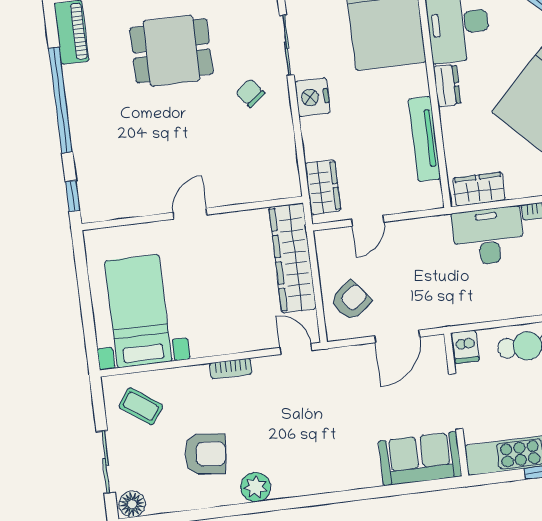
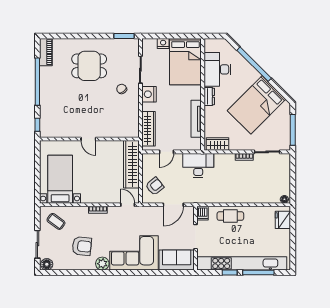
wardrobe: (323, 187) -> (149, 129), width x1.50
door: (190, 214) -> (88, 139), swing flipped
desk: (488, 236) -> (198, 165), moved
corner sofa: (323, 455) -> (134, 253), added

